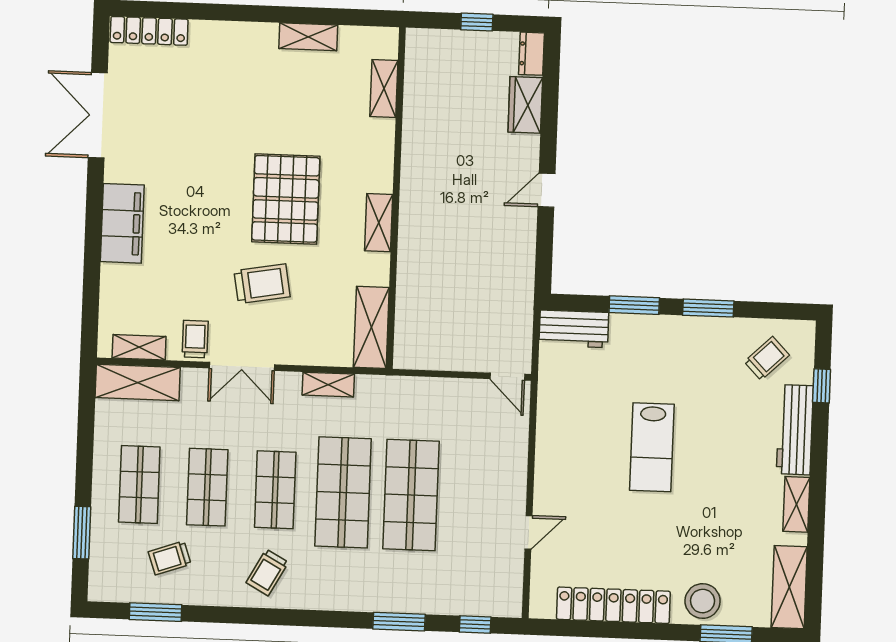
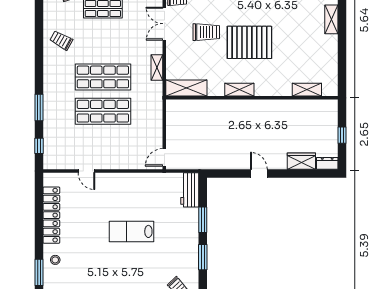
shelving: (308, 37) -> (331, 19), moved
trolley: (262, 284) -> (206, 32), turned -80
shop shelf: (275, 490) -> (103, 43), removed
stool: (703, 601) -> (55, 260), width x0.53, depth x0.53

